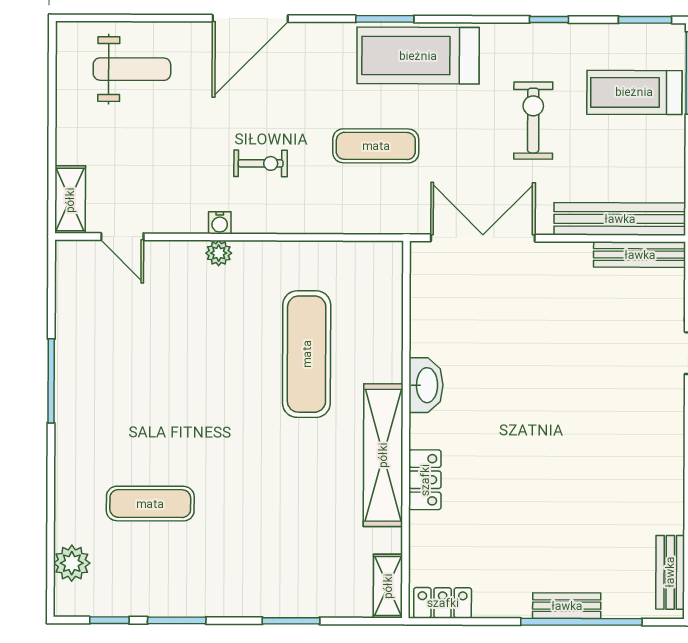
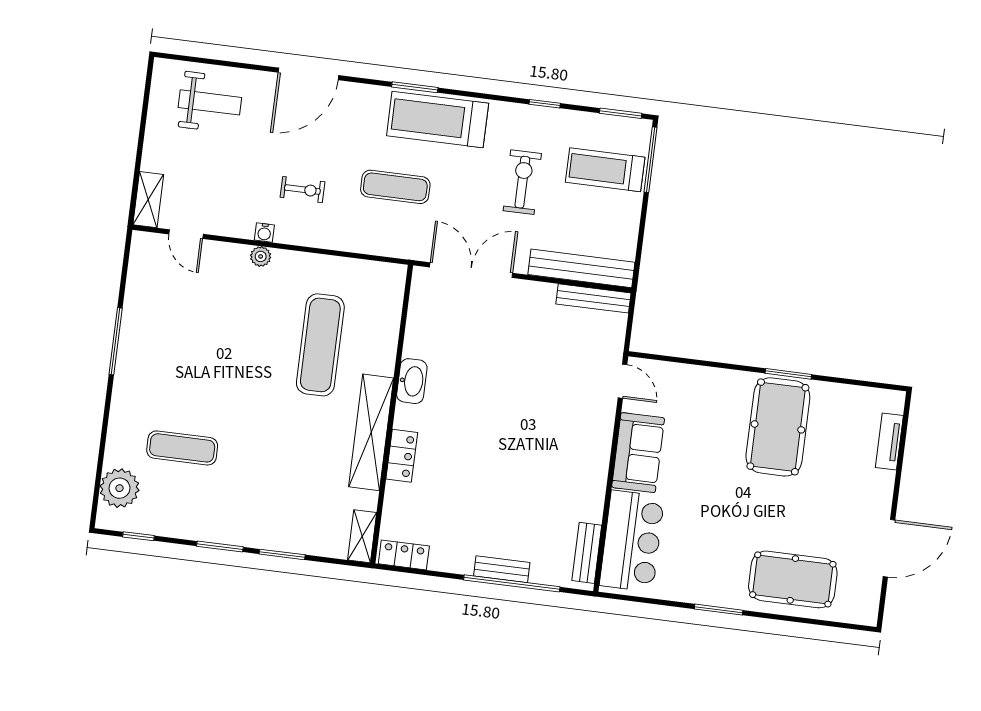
plant: (72, 563) -> (119, 488), width x1.36, depth x1.36
window: (177, 620) -> (220, 547), moved

